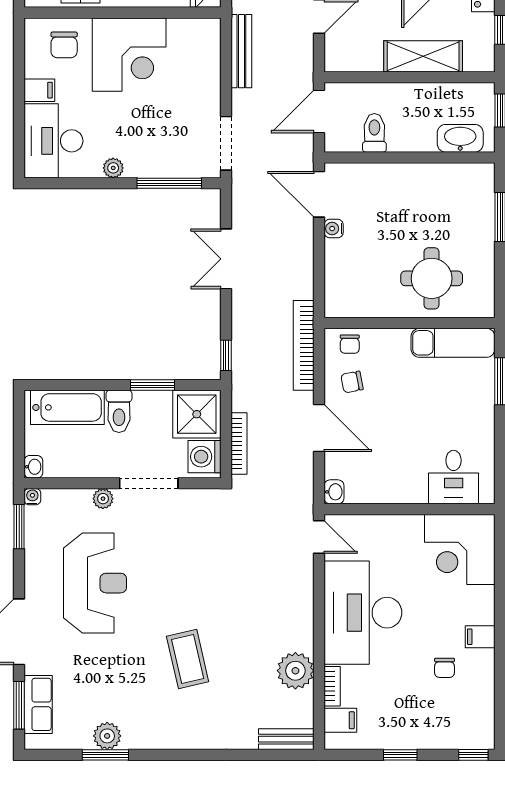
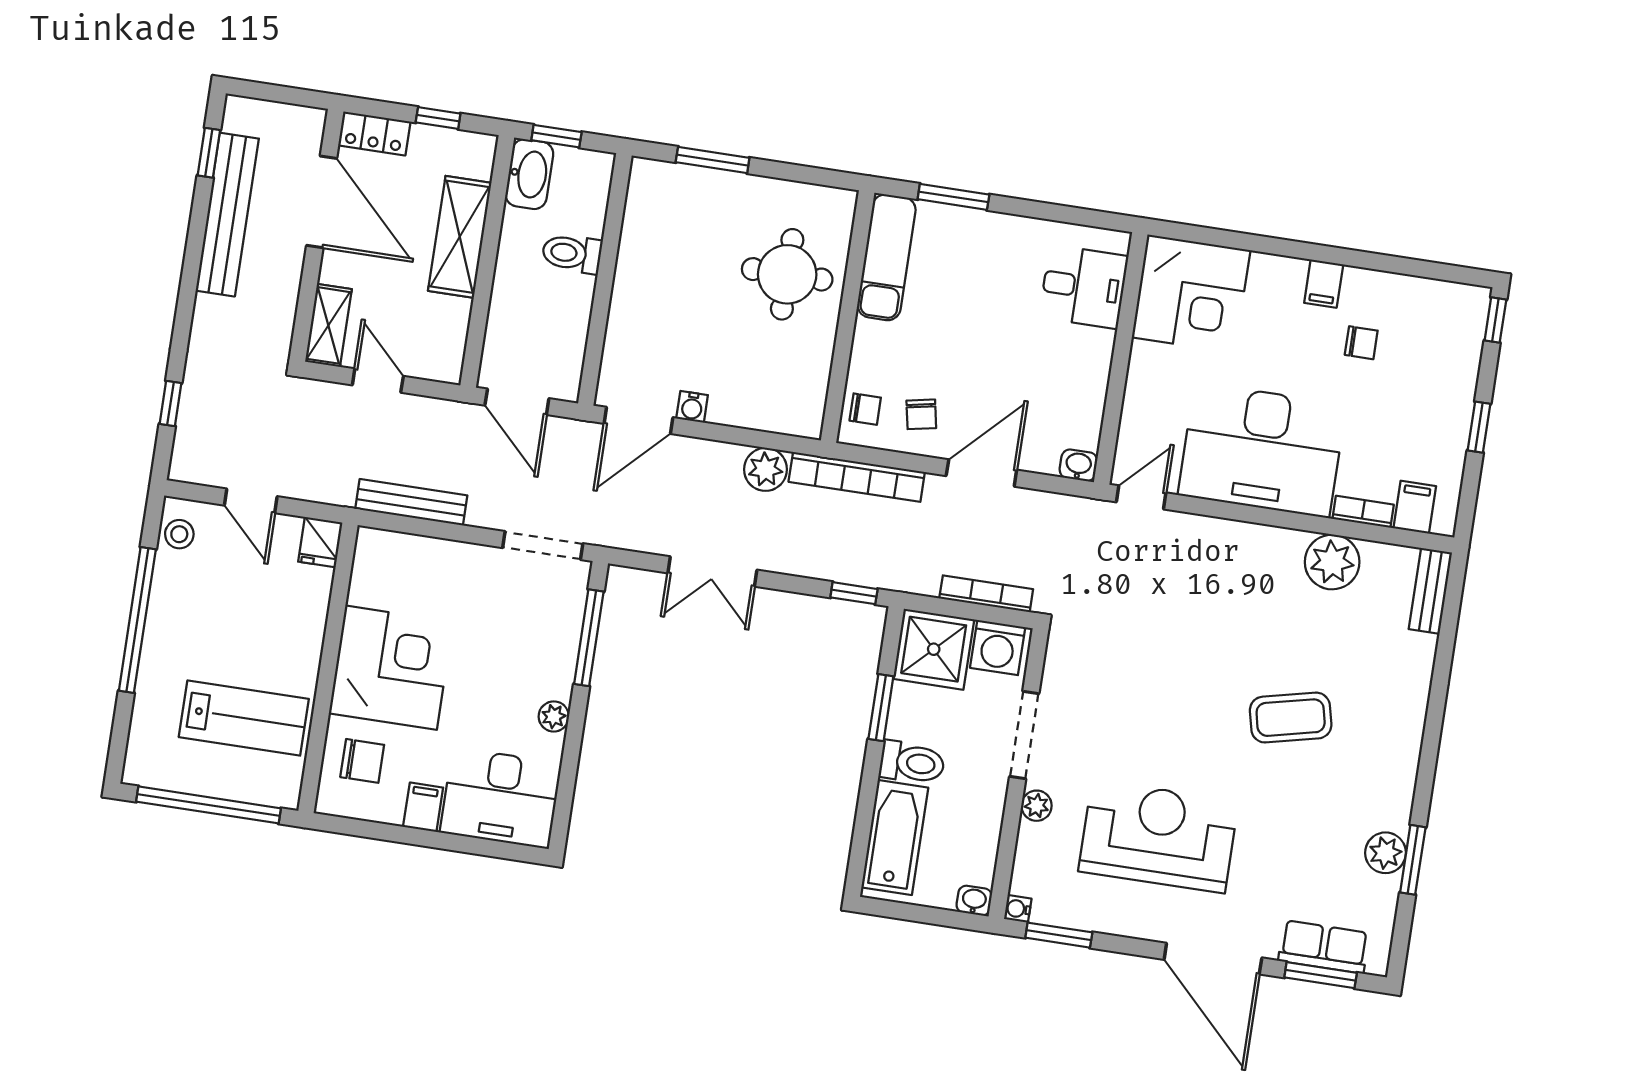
toilet: (374, 133) -> (572, 253), moved
washbasin: (460, 138) -> (529, 174), moved, turned 180
plant: (299, 284) -> (766, 469), added

